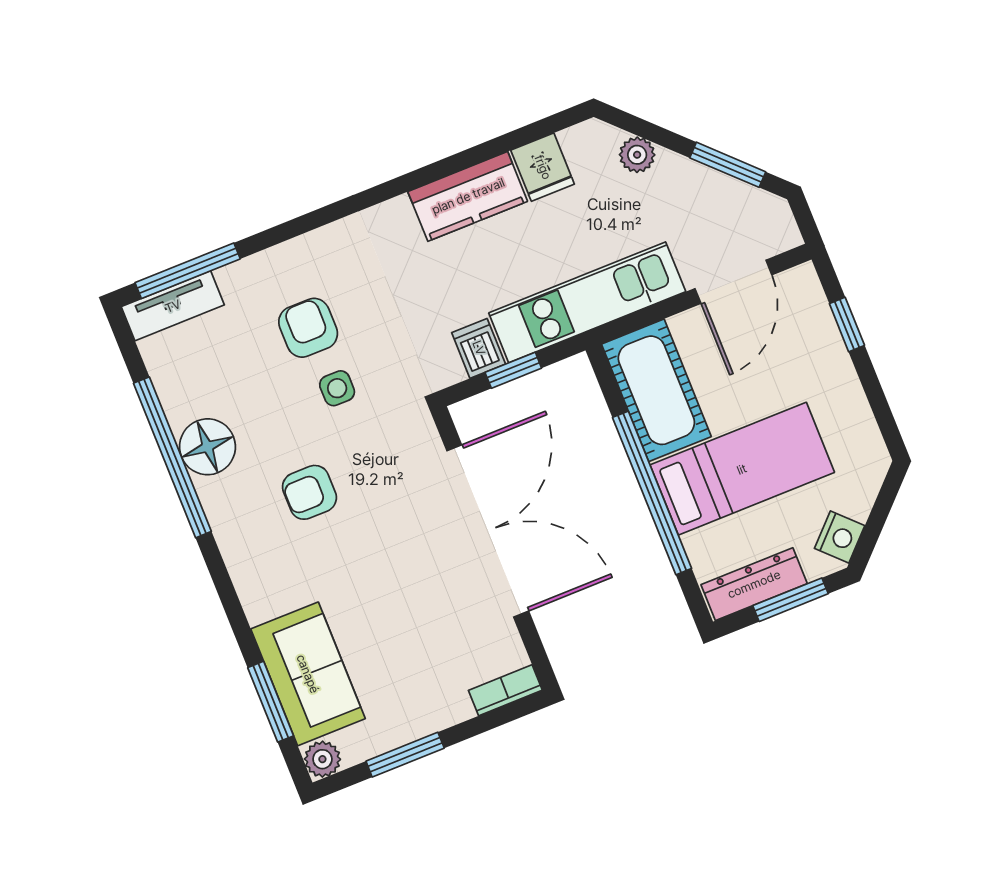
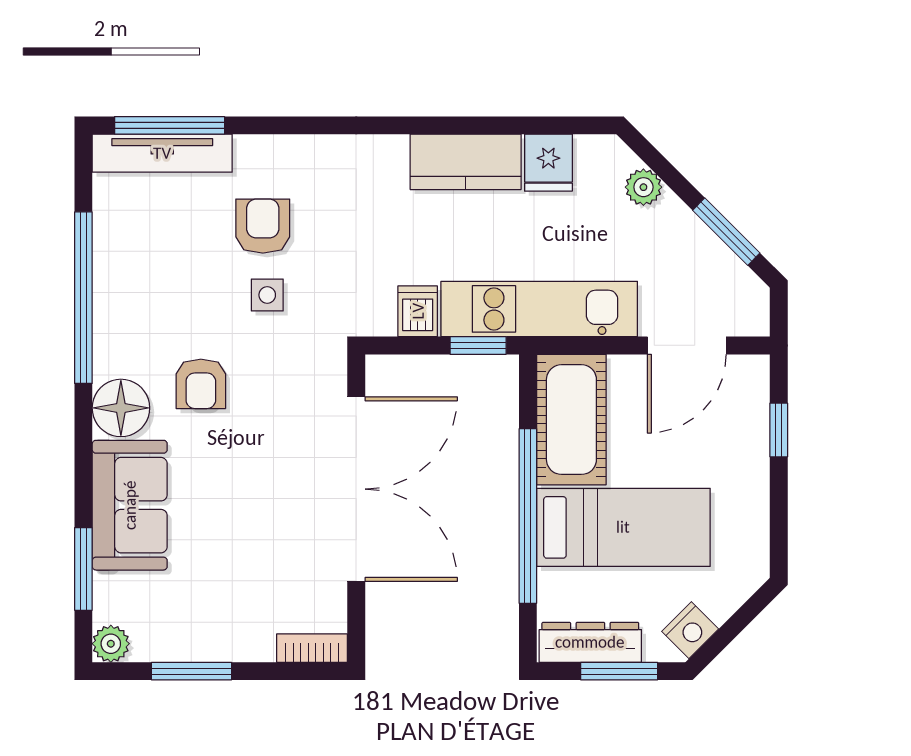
tv unit: (173, 306) -> (162, 153), width x1.41
window: (513, 370) -> (478, 345), moved
floor lamp: (207, 447) -> (121, 408), moved
armchair: (309, 492) -> (201, 384), turned -90
sofa: (308, 674) -> (130, 505), moved

